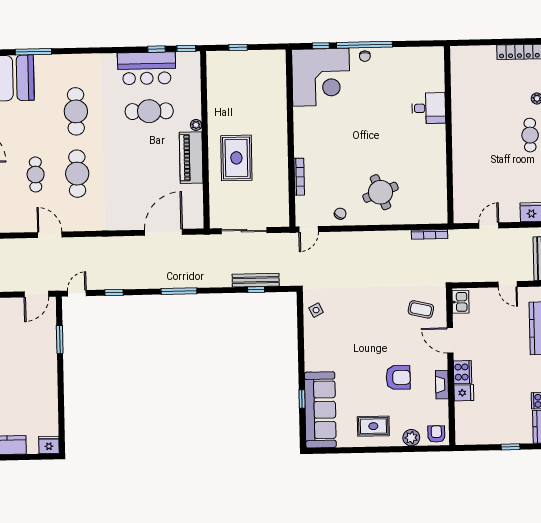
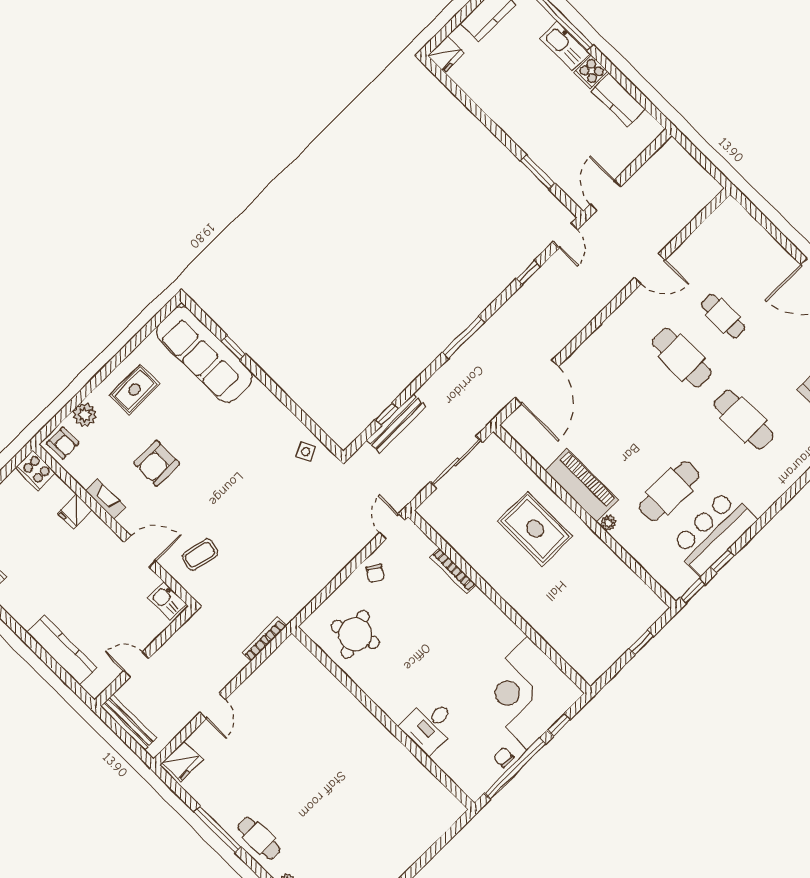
desk: (429, 108) -> (429, 725), moved
wall: (449, 135) -> (383, 718), moved
cooker: (463, 372) -> (35, 470), moved

